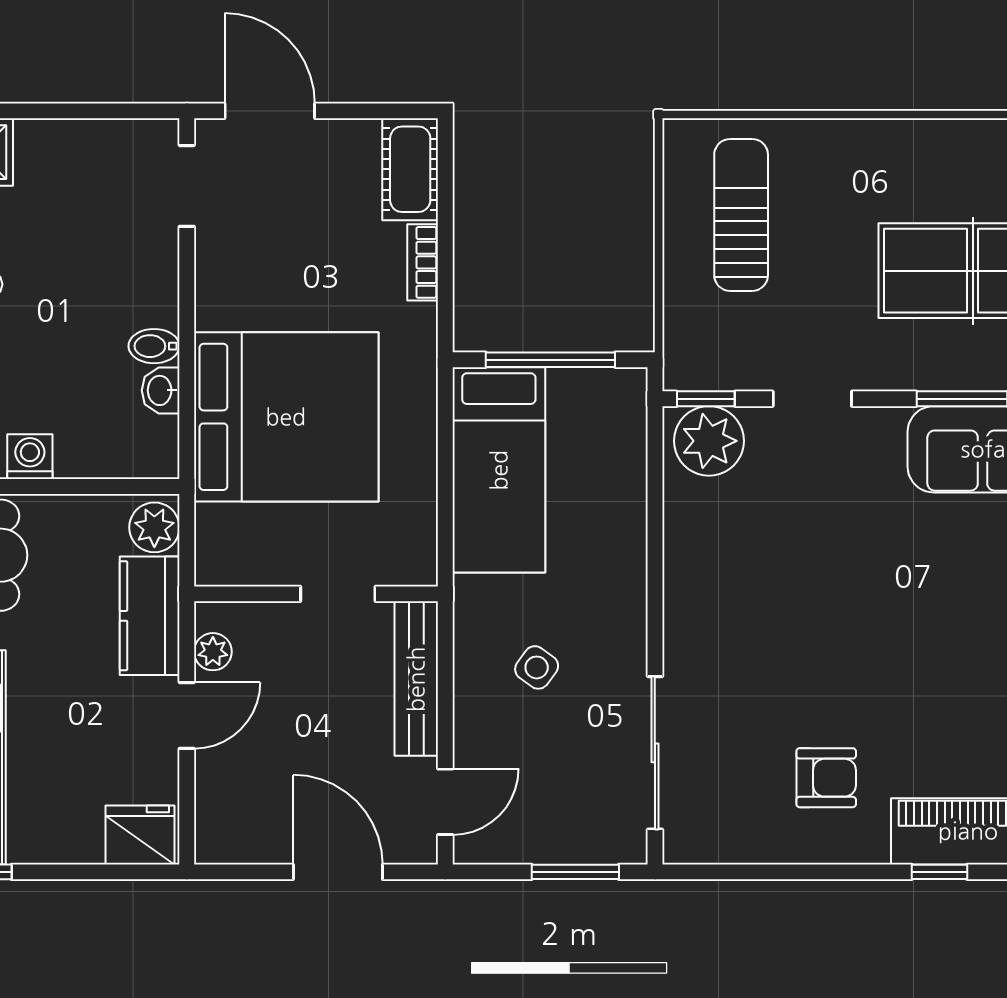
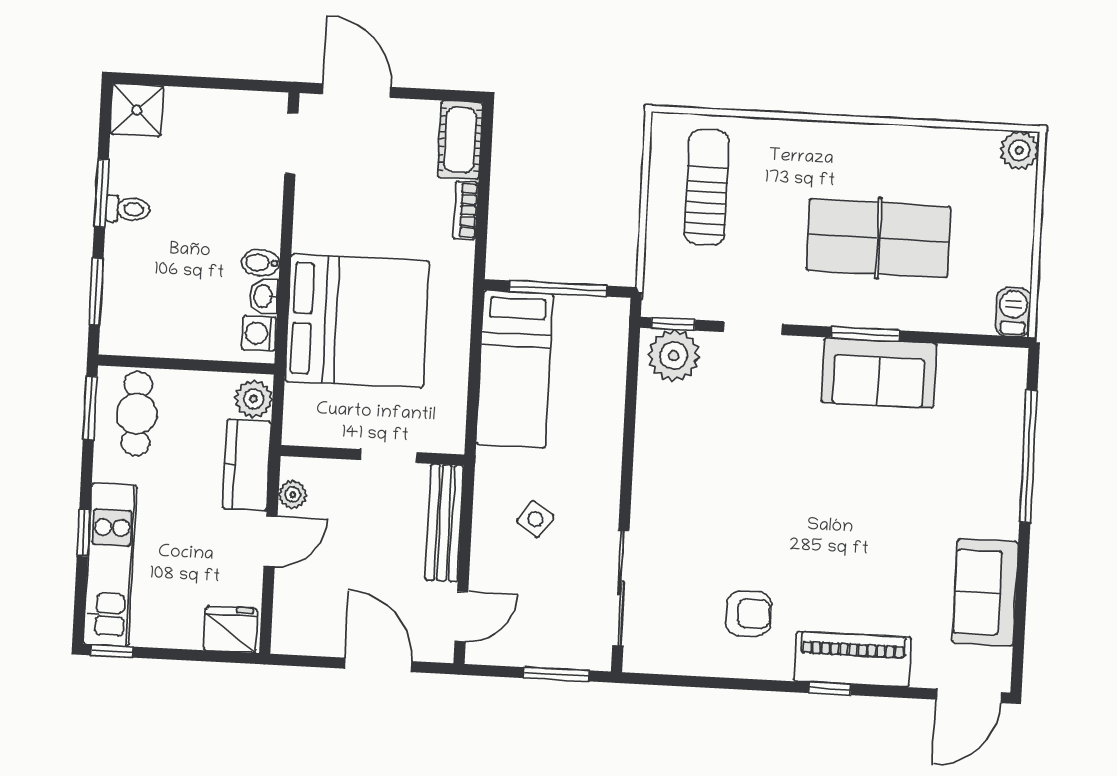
washing machine: (30, 457) -> (259, 333), moved, turned -90

